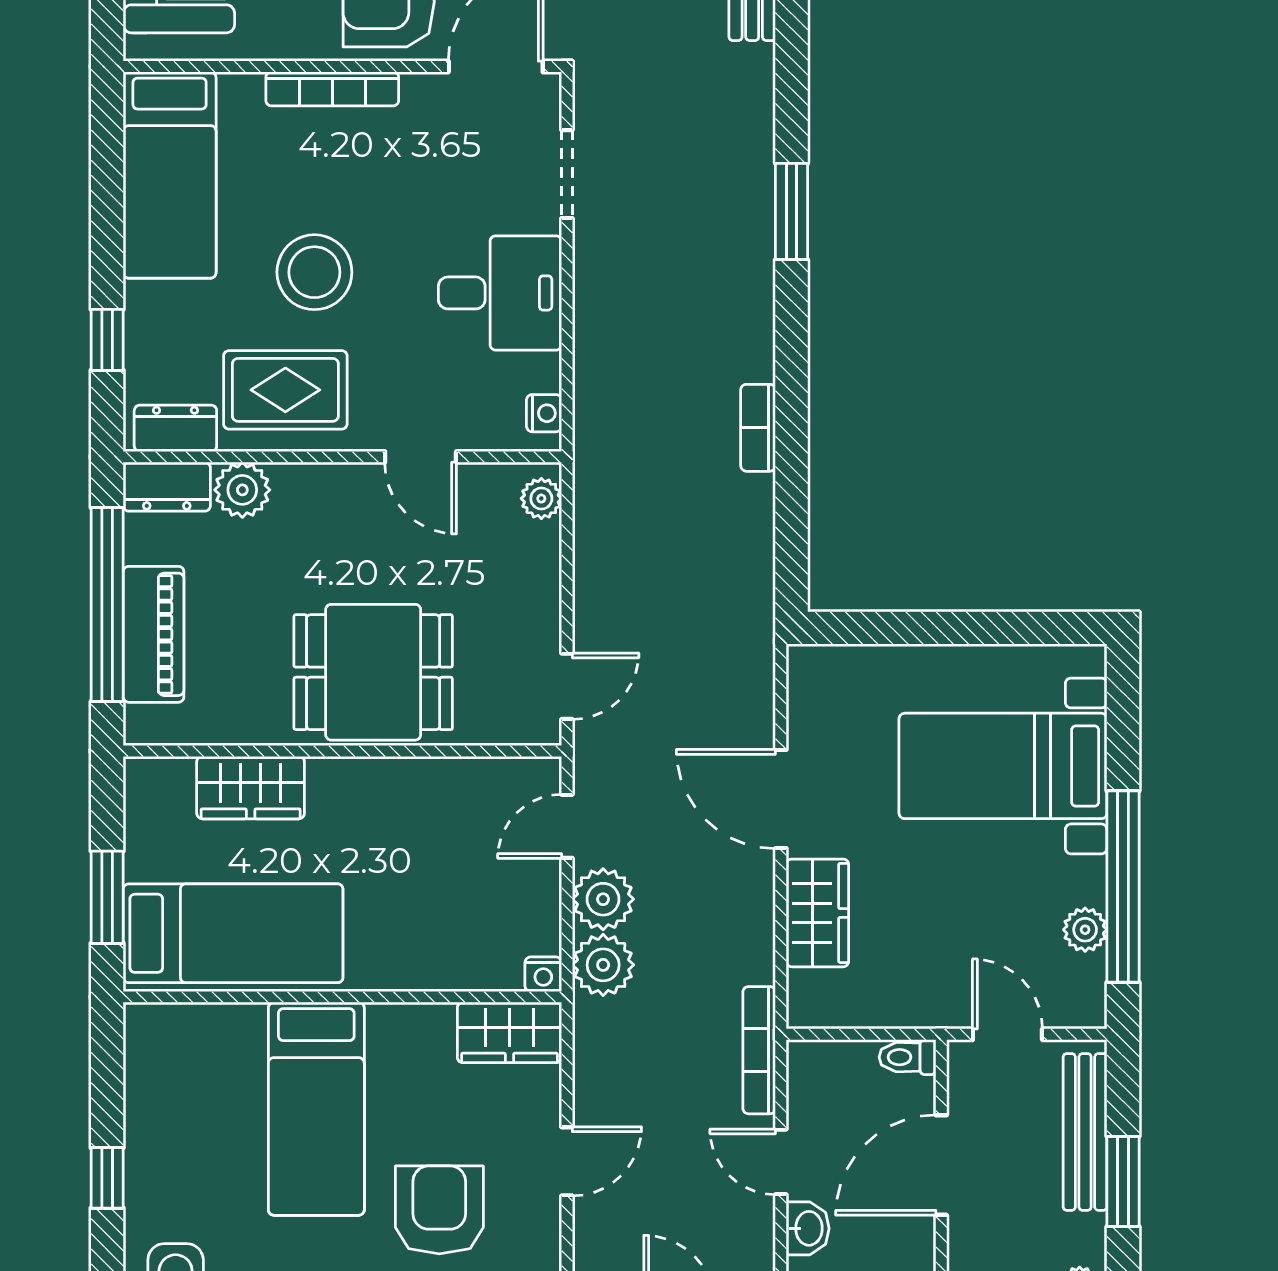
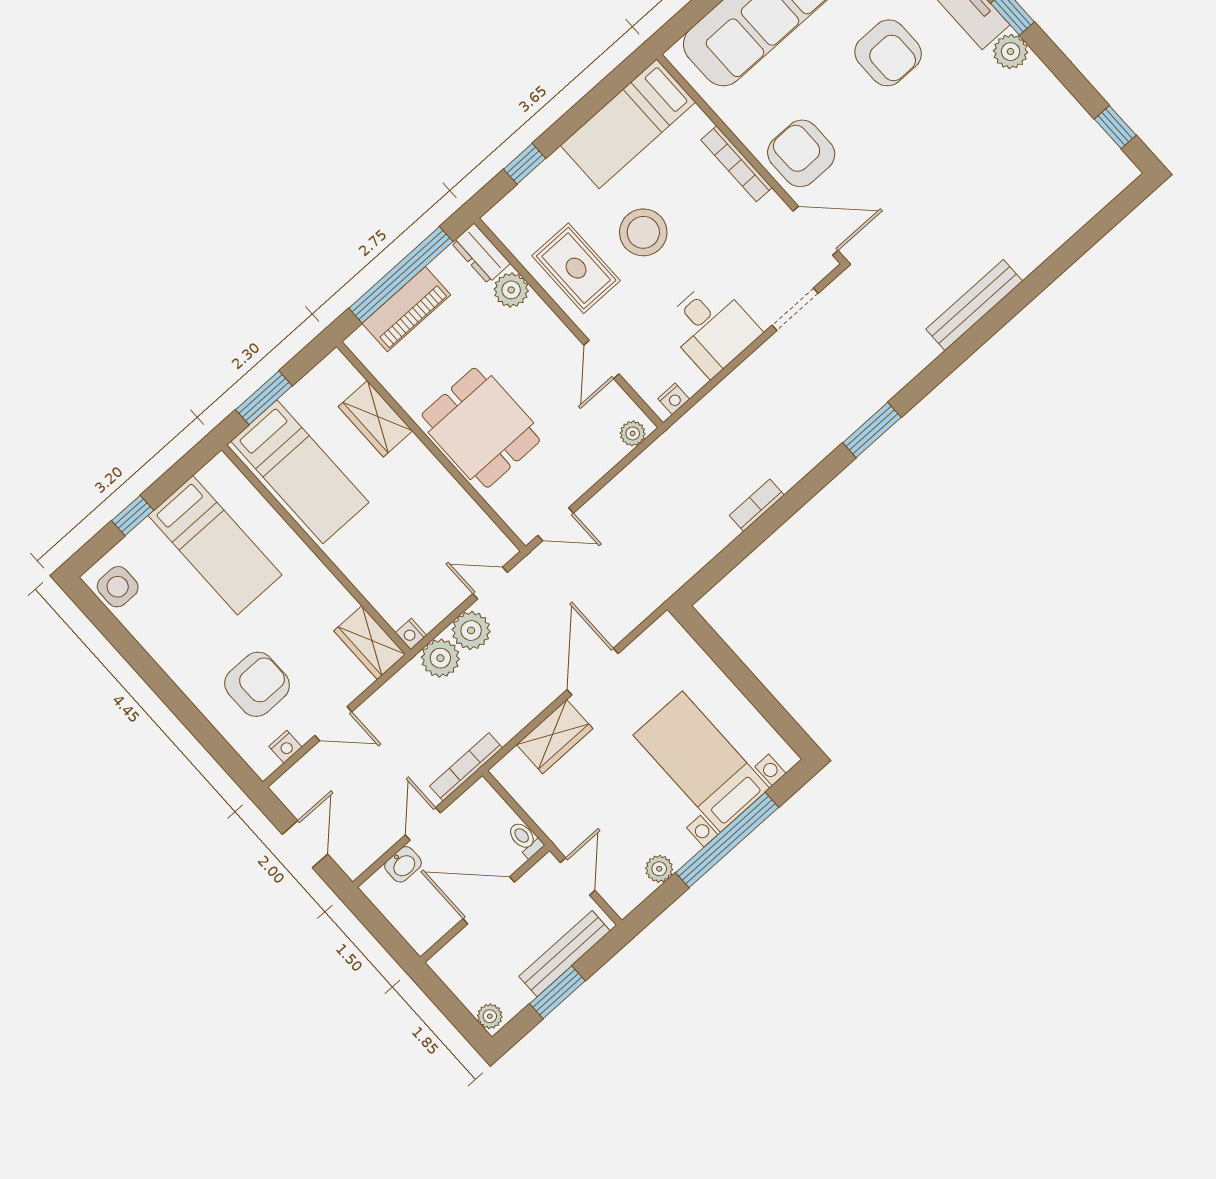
dresser: (175, 428) -> (512, 233), removed
window: (1123, 887) -> (727, 840), moved
bed: (316, 1109) -> (215, 545), moved, turned -90
nightstand: (543, 1243) -> (285, 747), added

